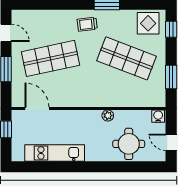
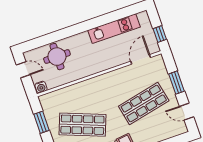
door: (37, 109) -> (141, 59), swing flipped
plant: (108, 116) -> (82, 74), removed

